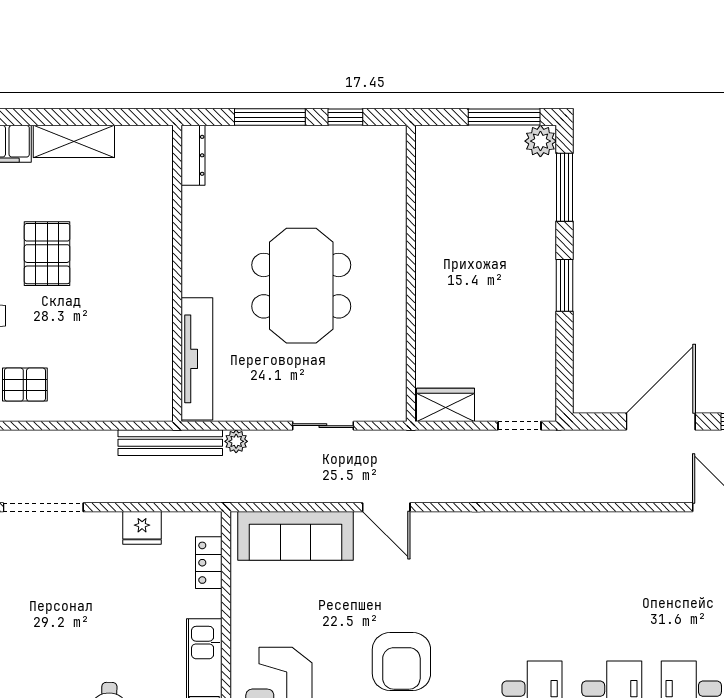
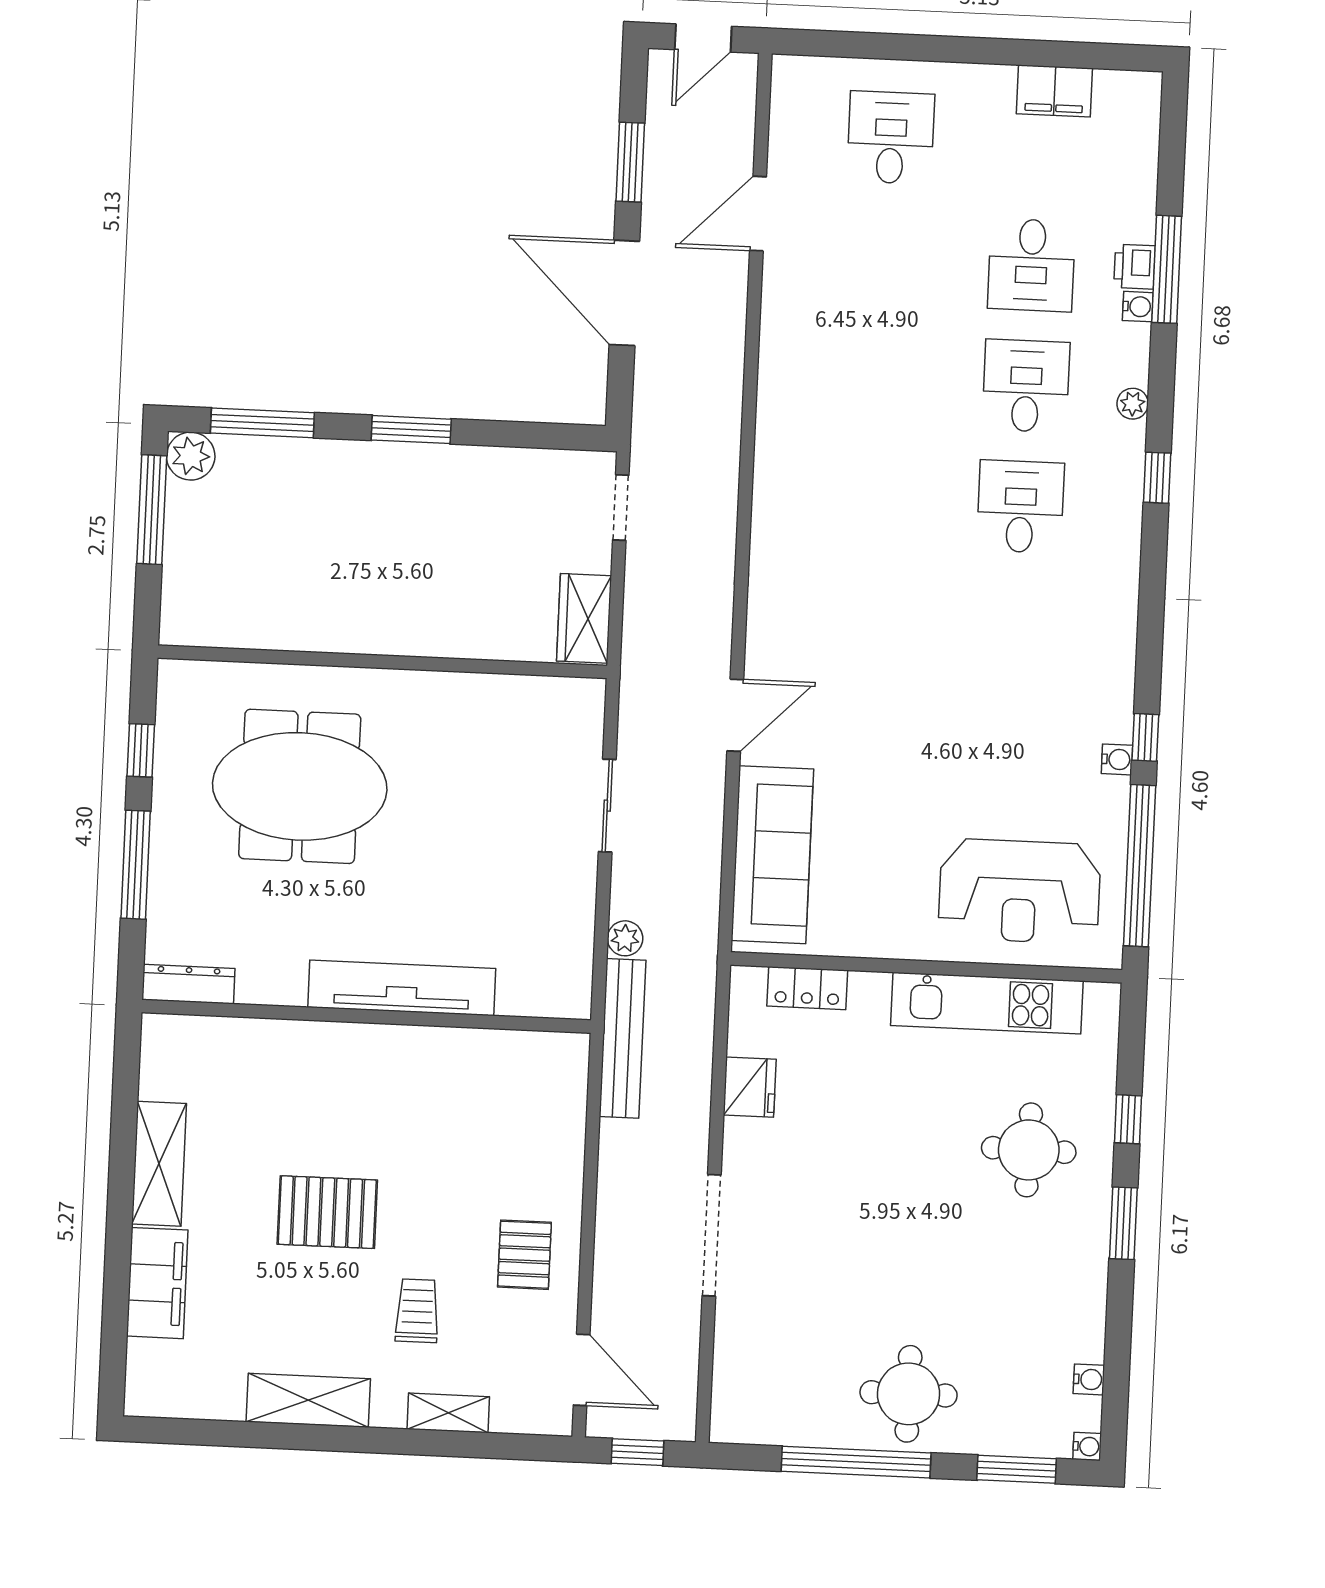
meeting table: (301, 286) -> (300, 786), moved
tv unit: (197, 359) -> (402, 988), moved
armchair: (401, 661) -> (970, 703), removed

